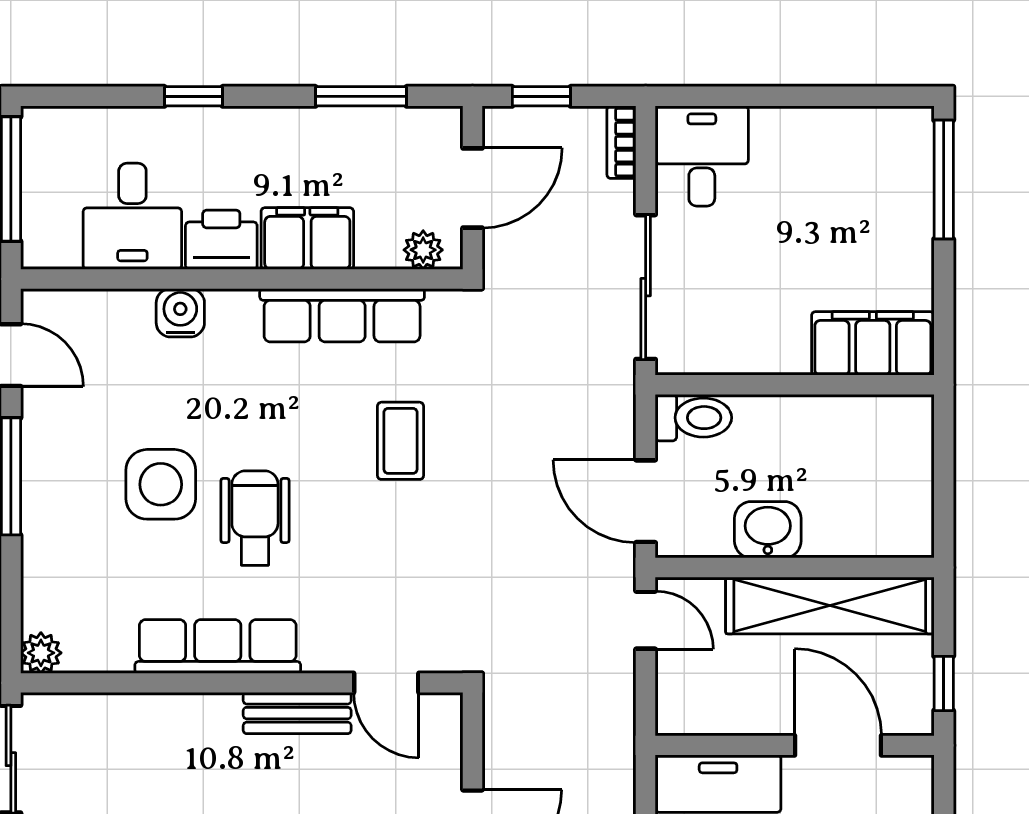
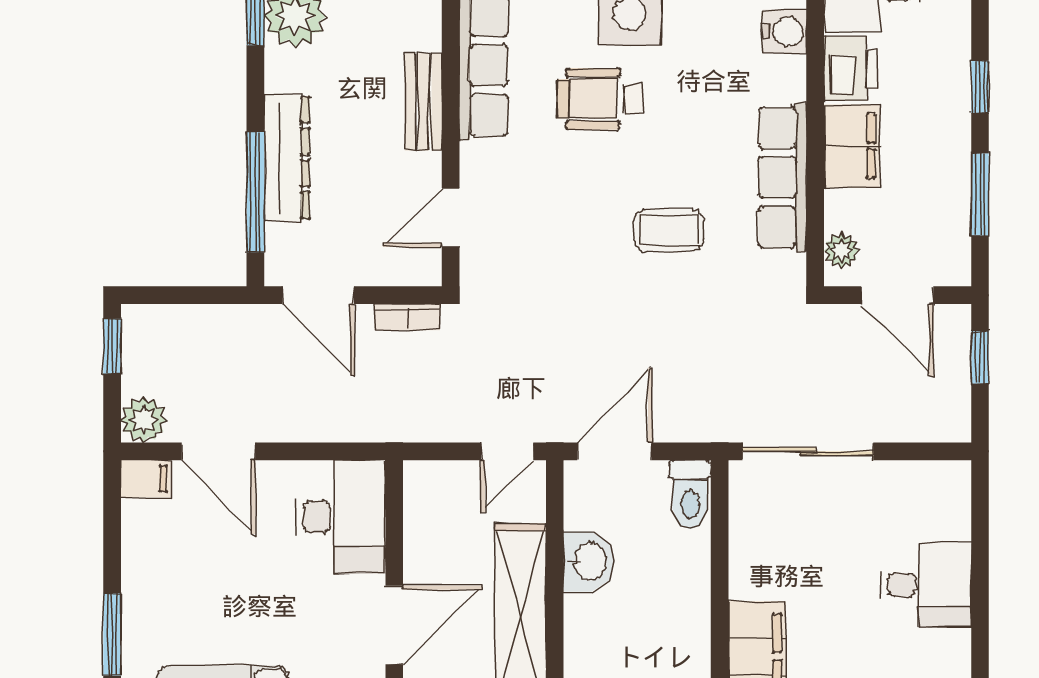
window: (194, 96) -> (980, 87), moved
bookcase: (621, 142) -> (407, 317), moved, turned 180
desk: (702, 156) -> (926, 585), moved
wheelchair: (255, 518) -> (599, 99), turned 180
bench: (297, 713) -> (423, 102), moved

